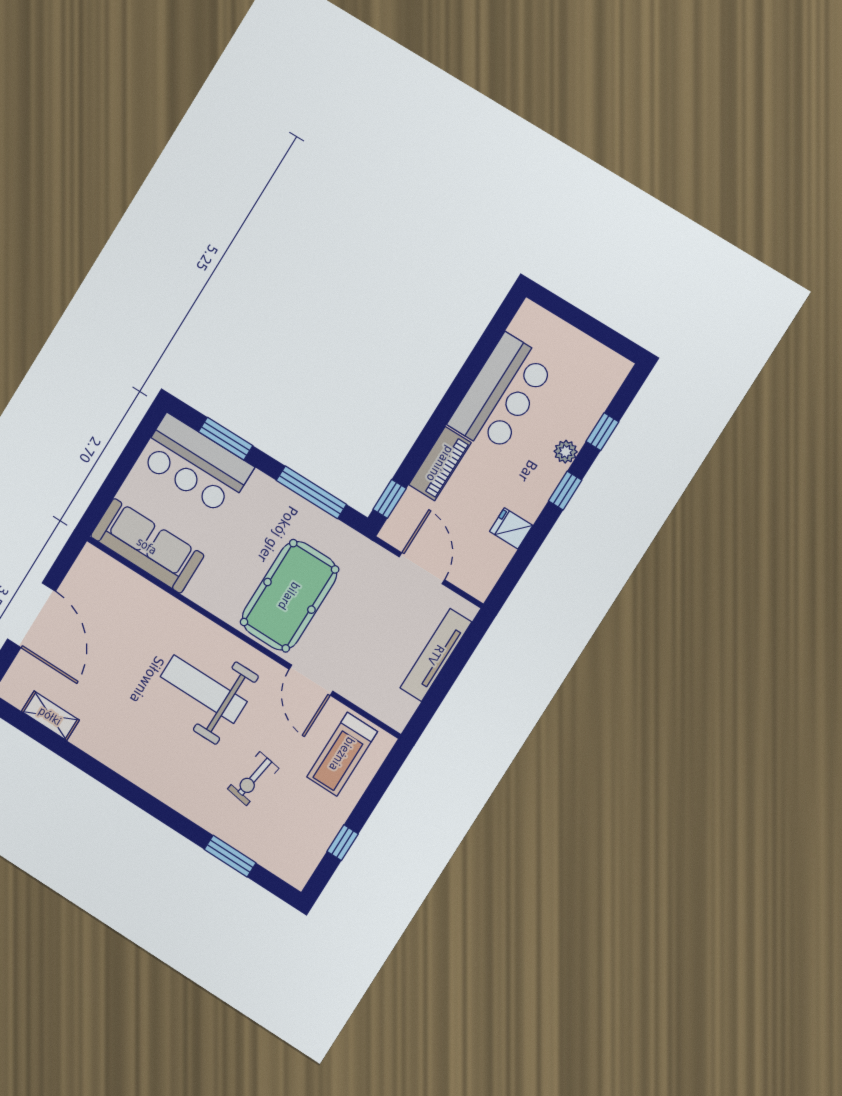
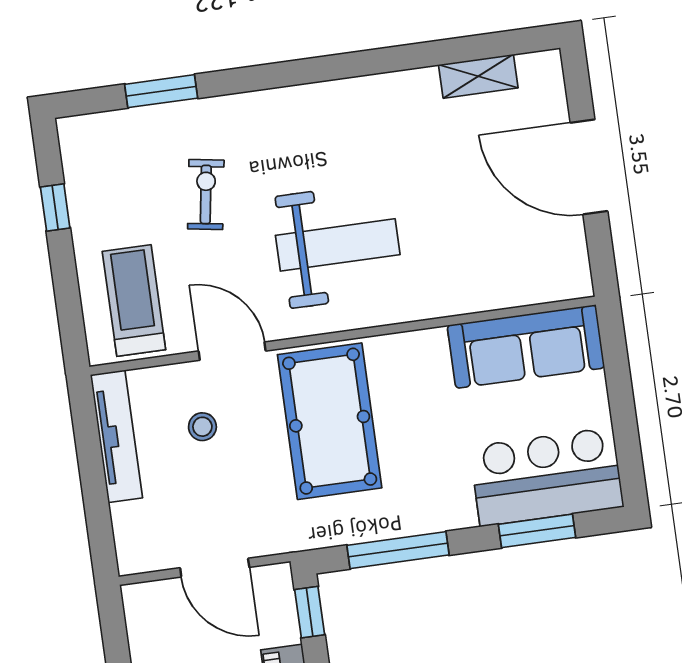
stool: (363, 652) -> (202, 427), added
tv unit: (436, 655) -> (116, 436), moved

